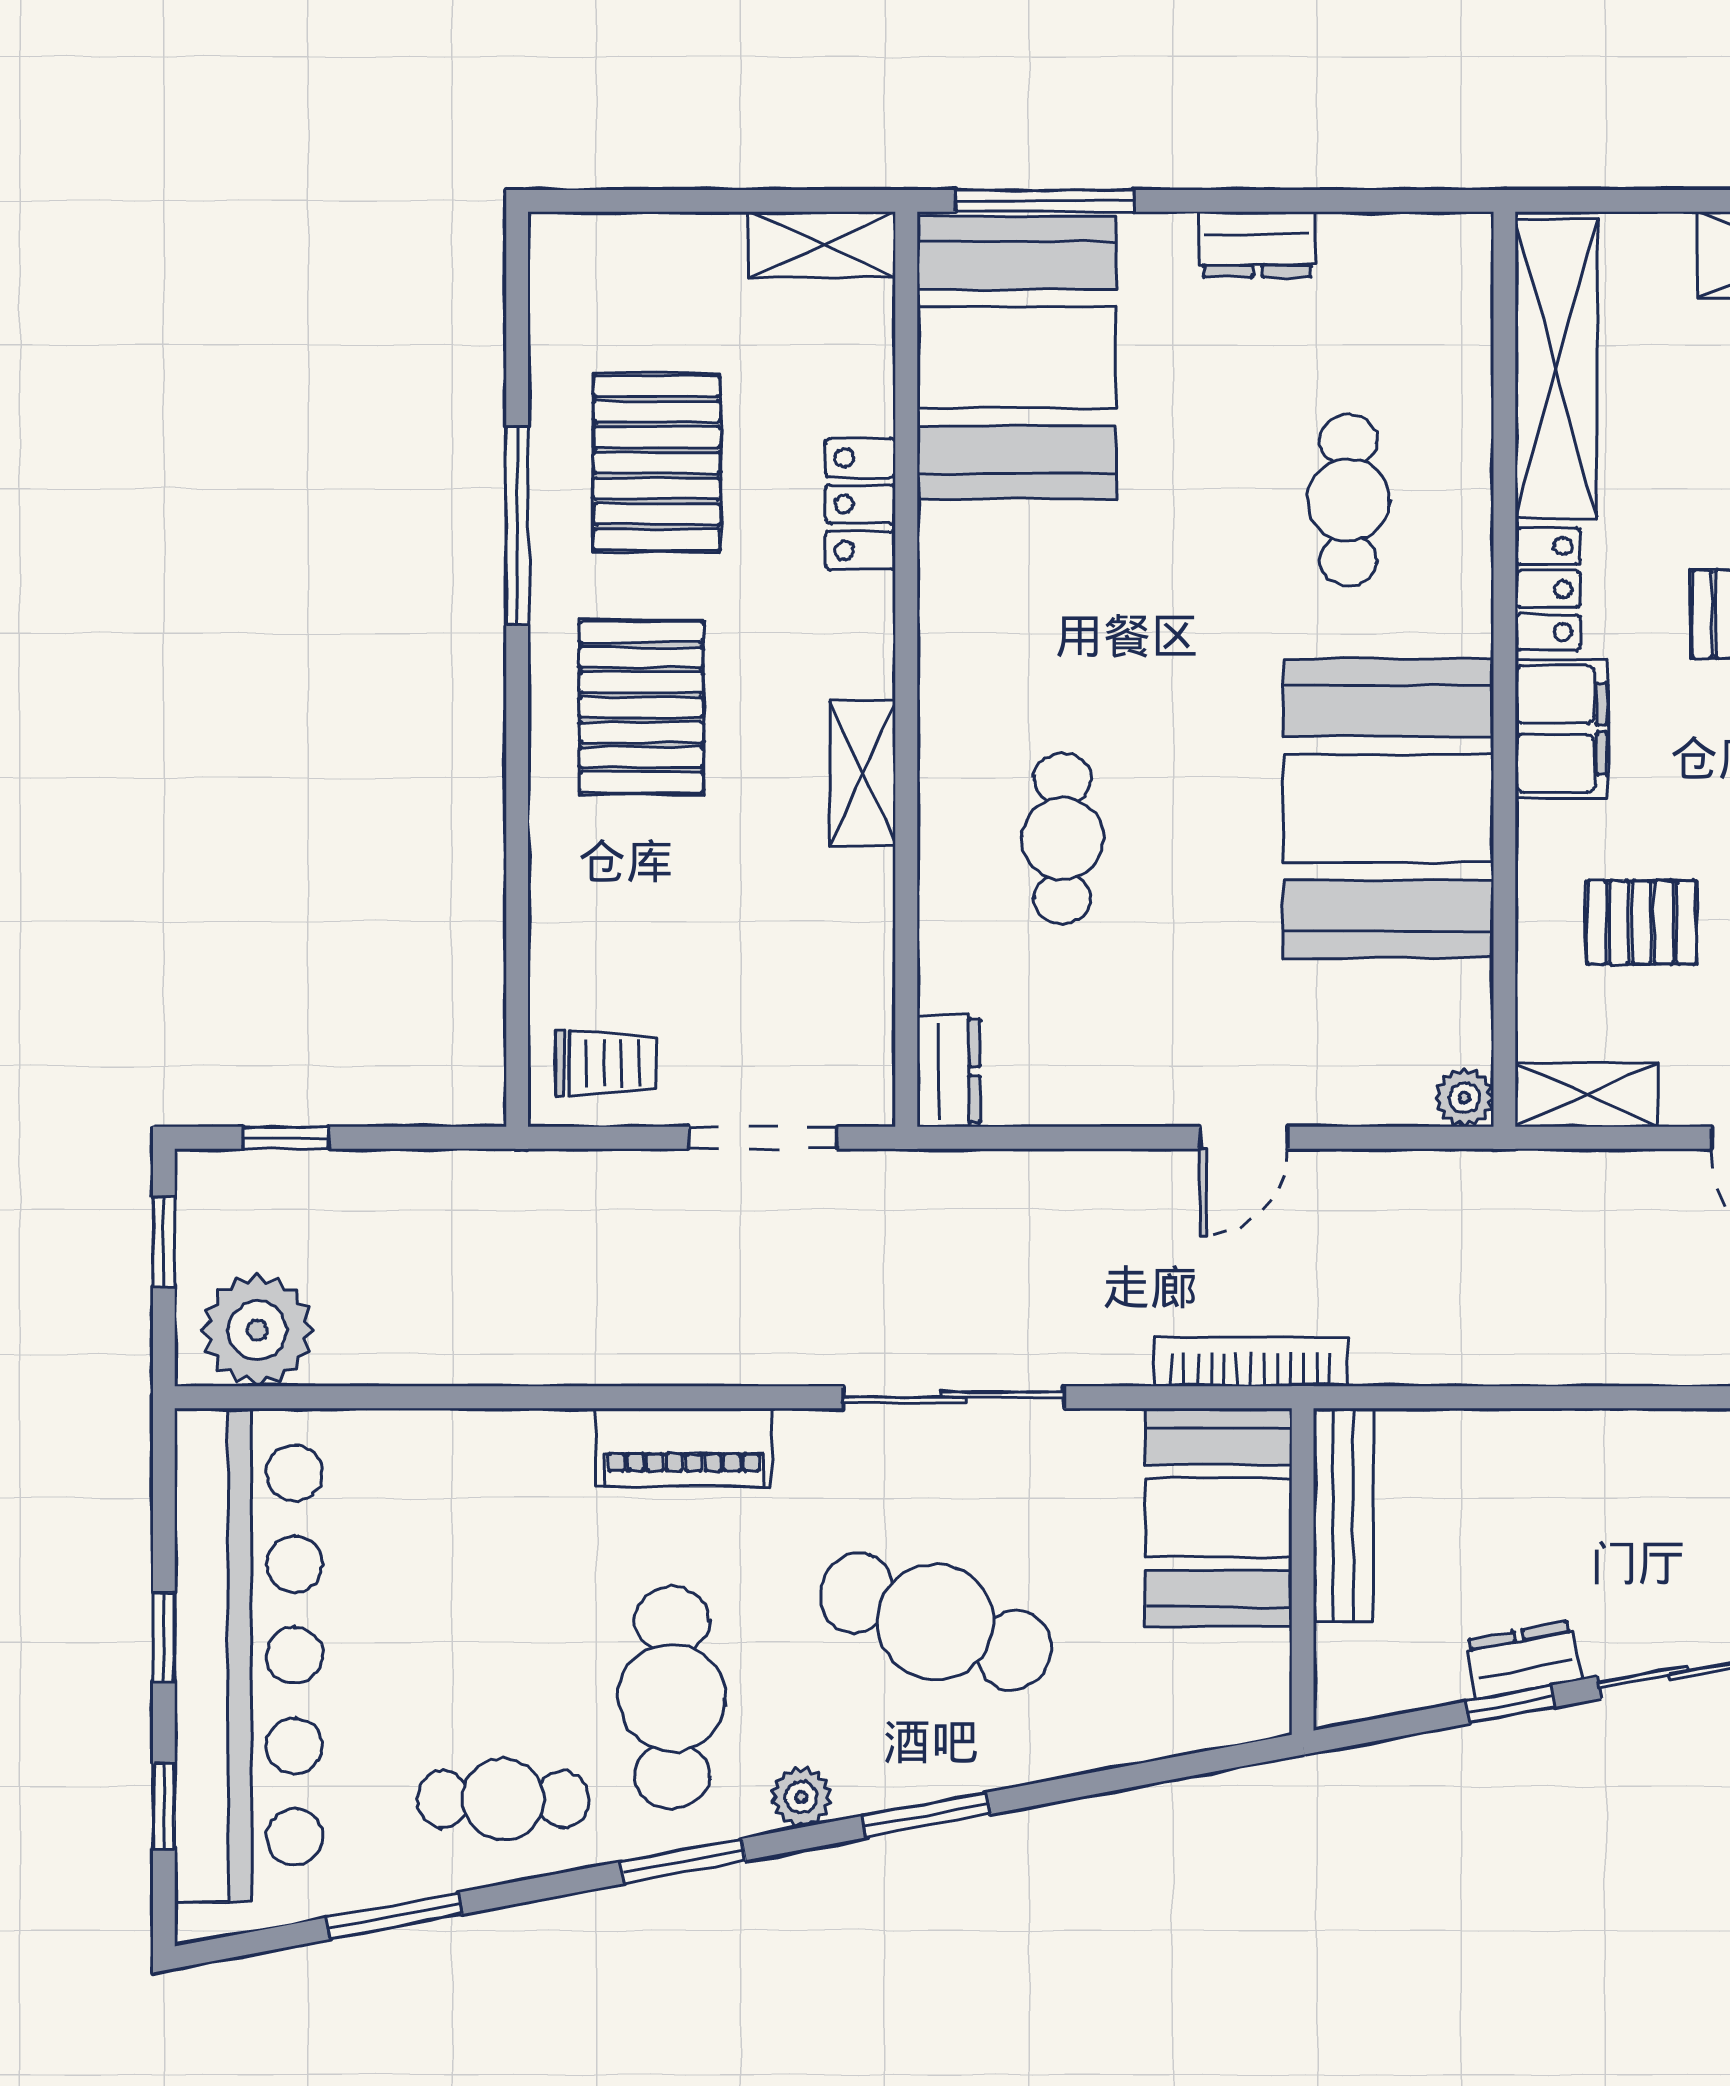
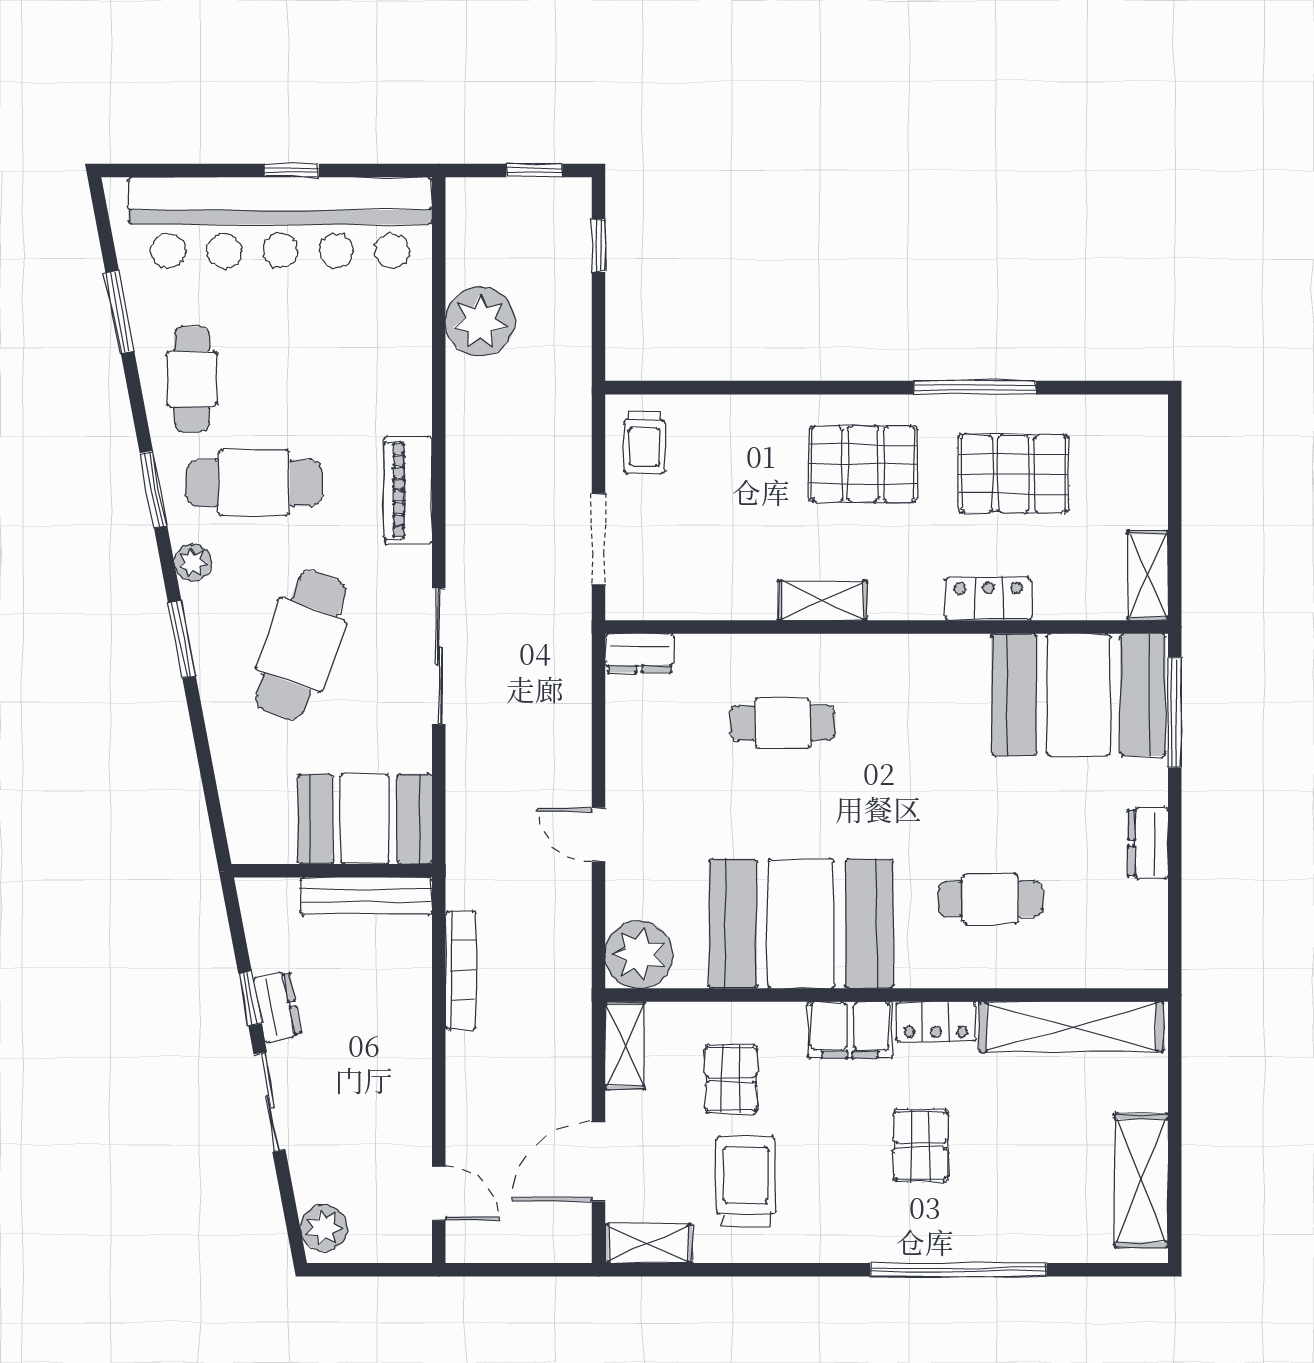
plant: (1464, 1098) -> (639, 954), width x1.88, depth x1.88
plant: (257, 1330) -> (480, 321), moved
bookcase: (1251, 1362) -> (461, 970), moved
window: (164, 1806) -> (187, 170), removed

